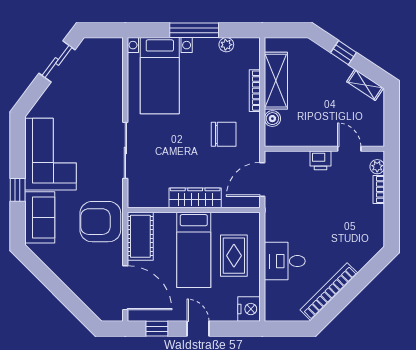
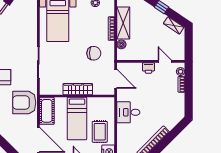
door: (262, 179) -> (116, 79), swing flipped
rug: (234, 256) -> (100, 132), moved
desk: (285, 261) -> (128, 112), moved

